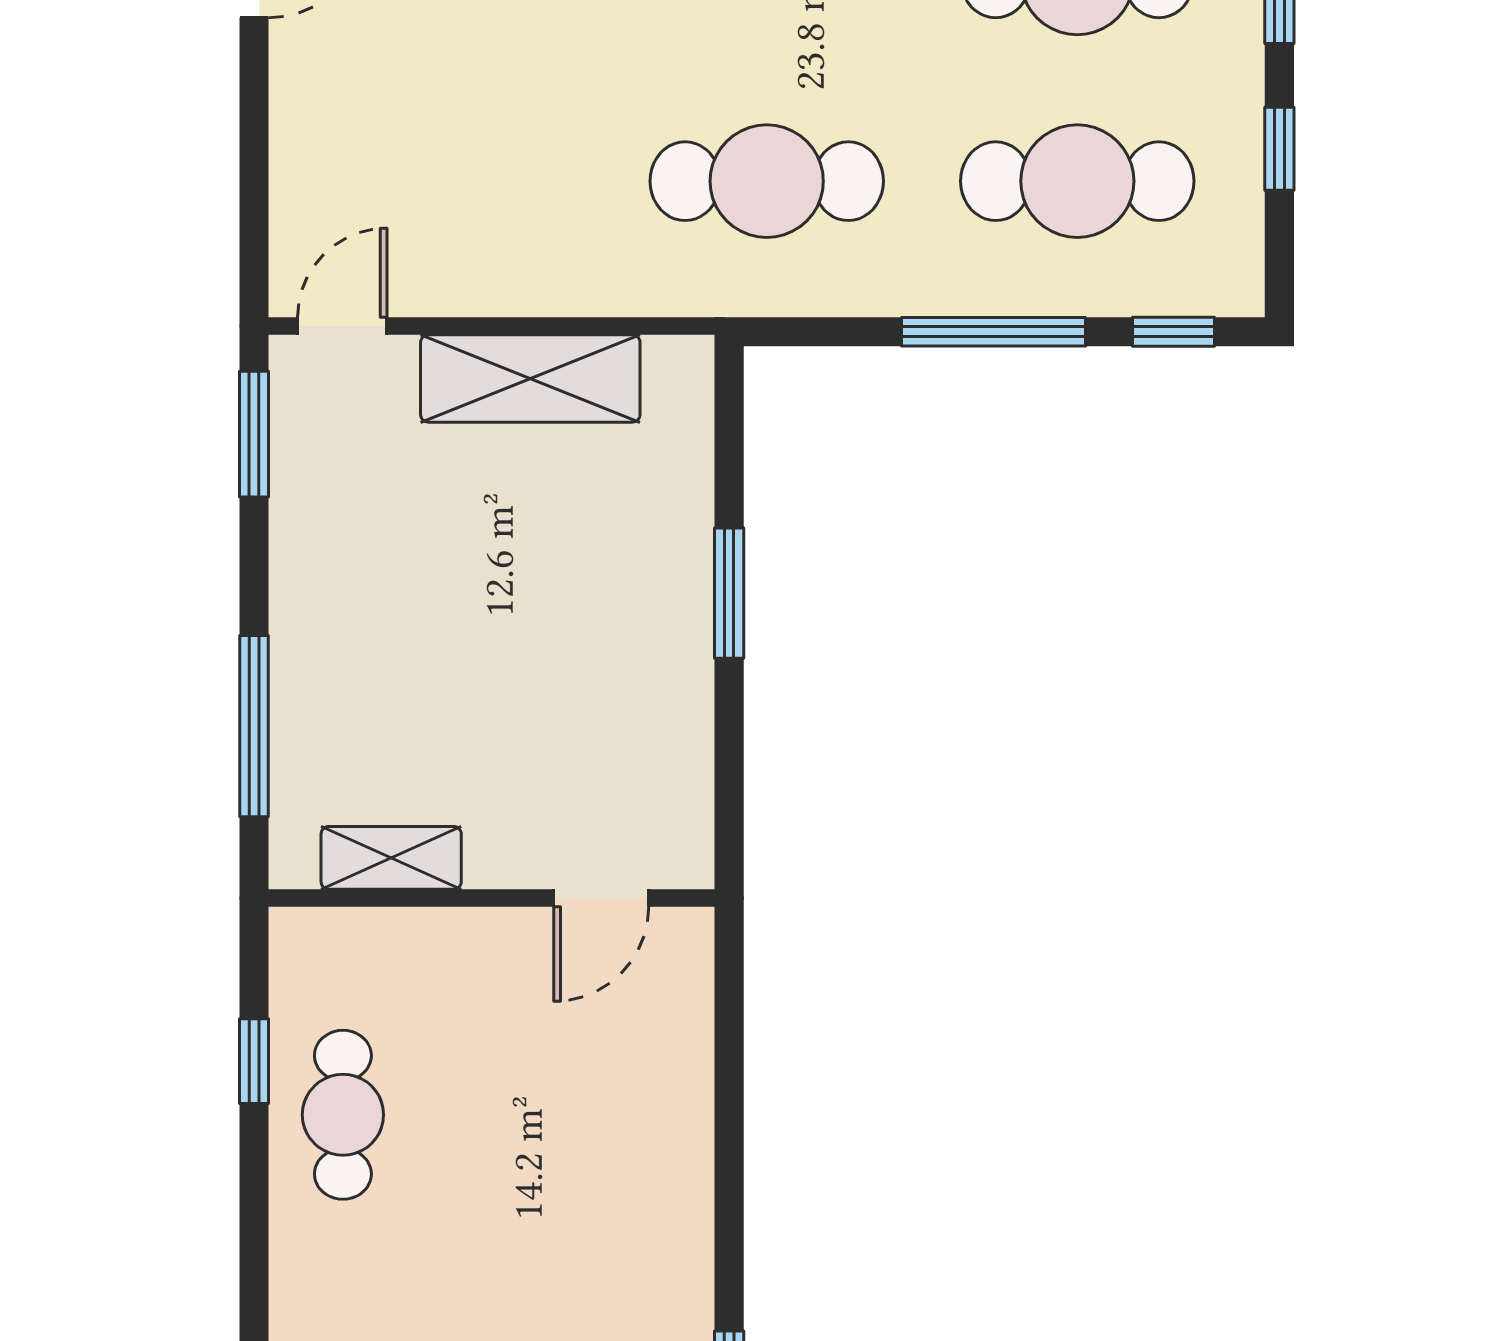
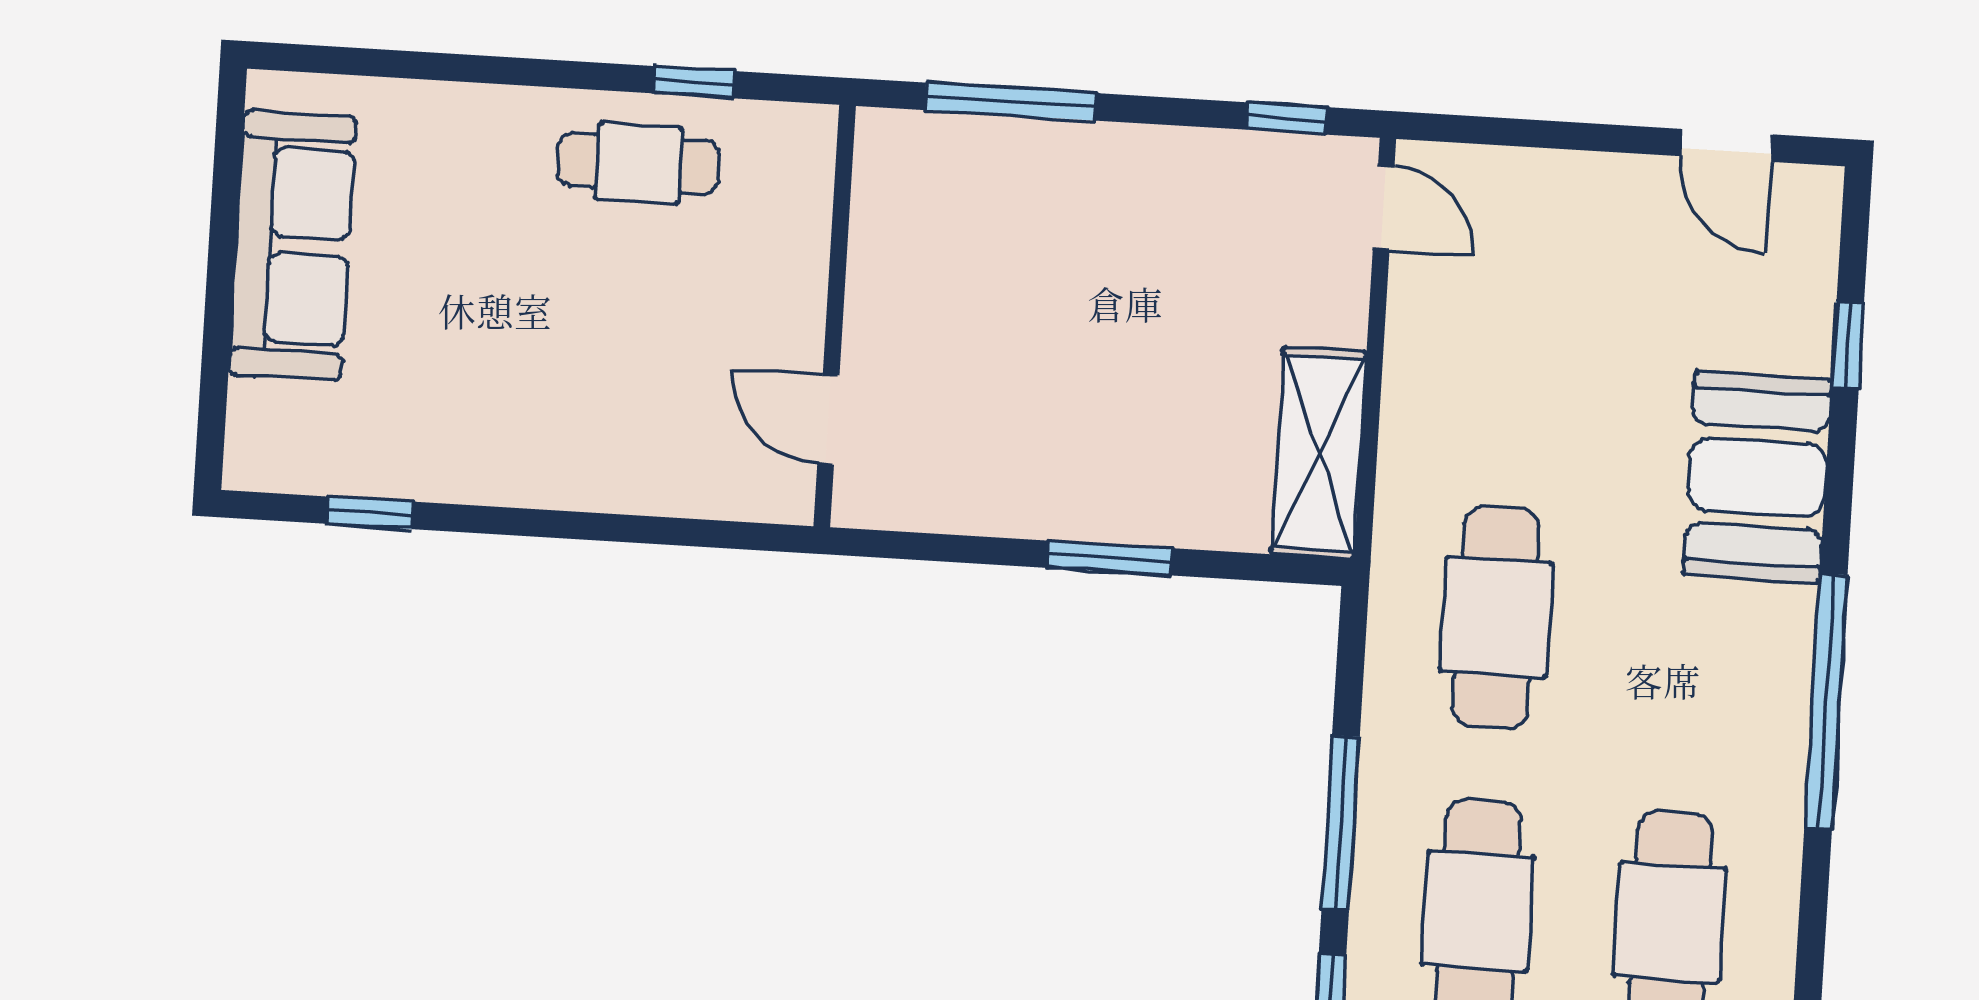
shelving: (530, 378) -> (1319, 453), moved
window: (254, 434) -> (1287, 118), width x0.67
shelving: (391, 858) -> (878, 224), removed

